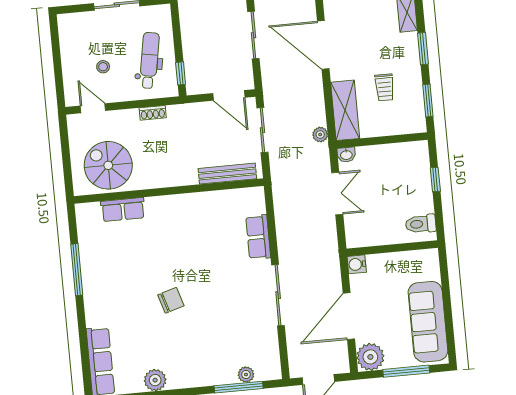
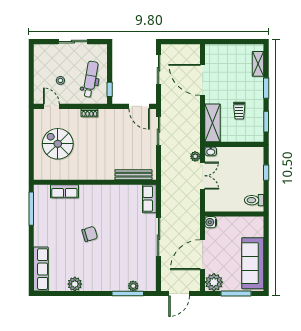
plant: (320, 135) -> (195, 156), moved
bench: (227, 174) -> (133, 175), moved
wall: (169, 191) -> (95, 182), moved
row of seats: (123, 210) -> (64, 191), moved

